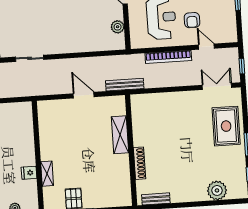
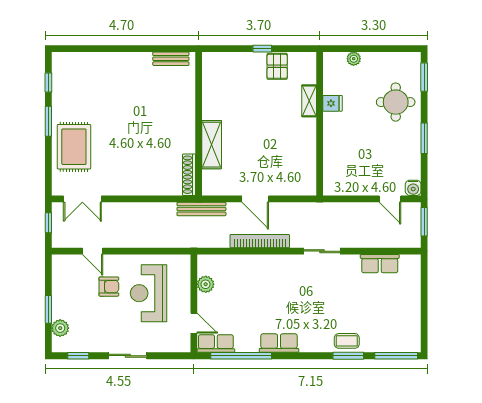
armchair: (192, 20) -> (109, 287), turned 90
bookcase: (168, 57) -> (260, 241), moved
shoe rack: (139, 163) -> (189, 175), moved
plant: (217, 190) -> (91, 64), removed

